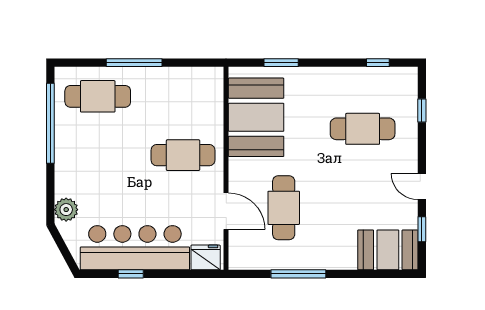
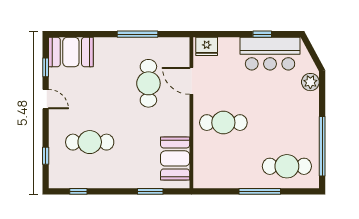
booth: (256, 117) -> (175, 158), width x0.73, depth x0.70
bar counter: (135, 248) -> (270, 54), width x0.73

